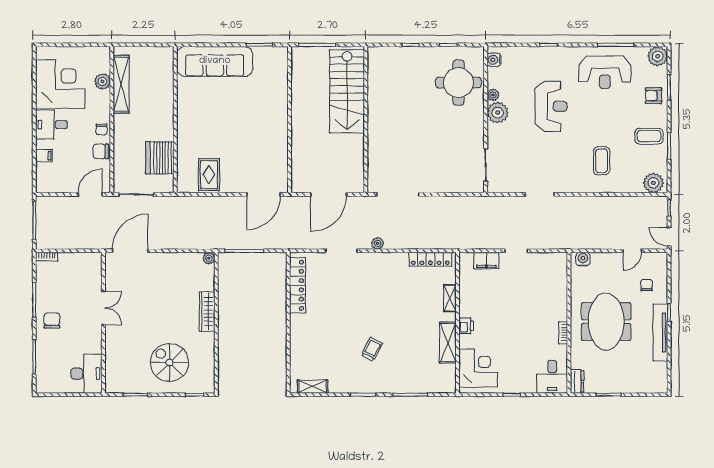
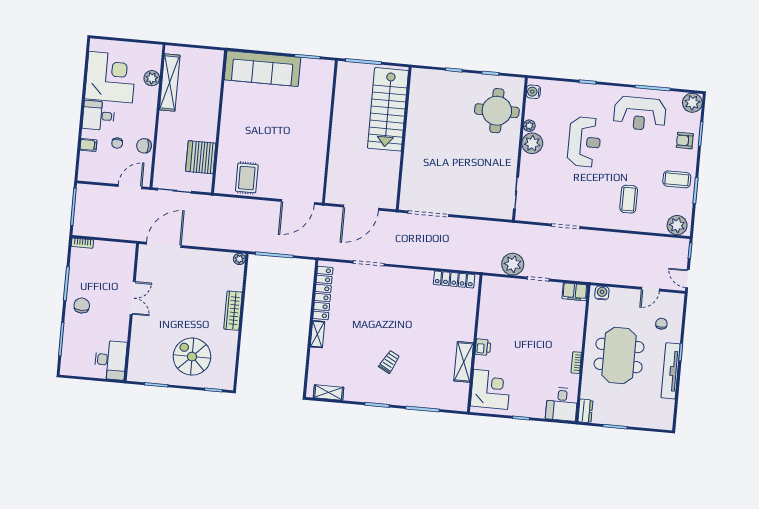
chair: (102, 129) -> (117, 143), moved
plant: (378, 243) -> (513, 264), moved, width x1.87, depth x1.87
filing cabinet: (486, 261) -> (575, 292), moved
shelving: (450, 298) -> (317, 334), moved

